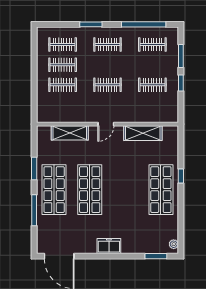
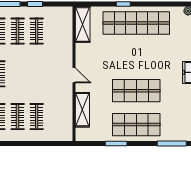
clothes rail: (108, 85) -> (18, 31), moved
shelving: (143, 133) -> (83, 24), moved
shop shelf: (161, 190) -> (136, 23), width x1.40
window: (34, 210) -> (172, 144), moved

